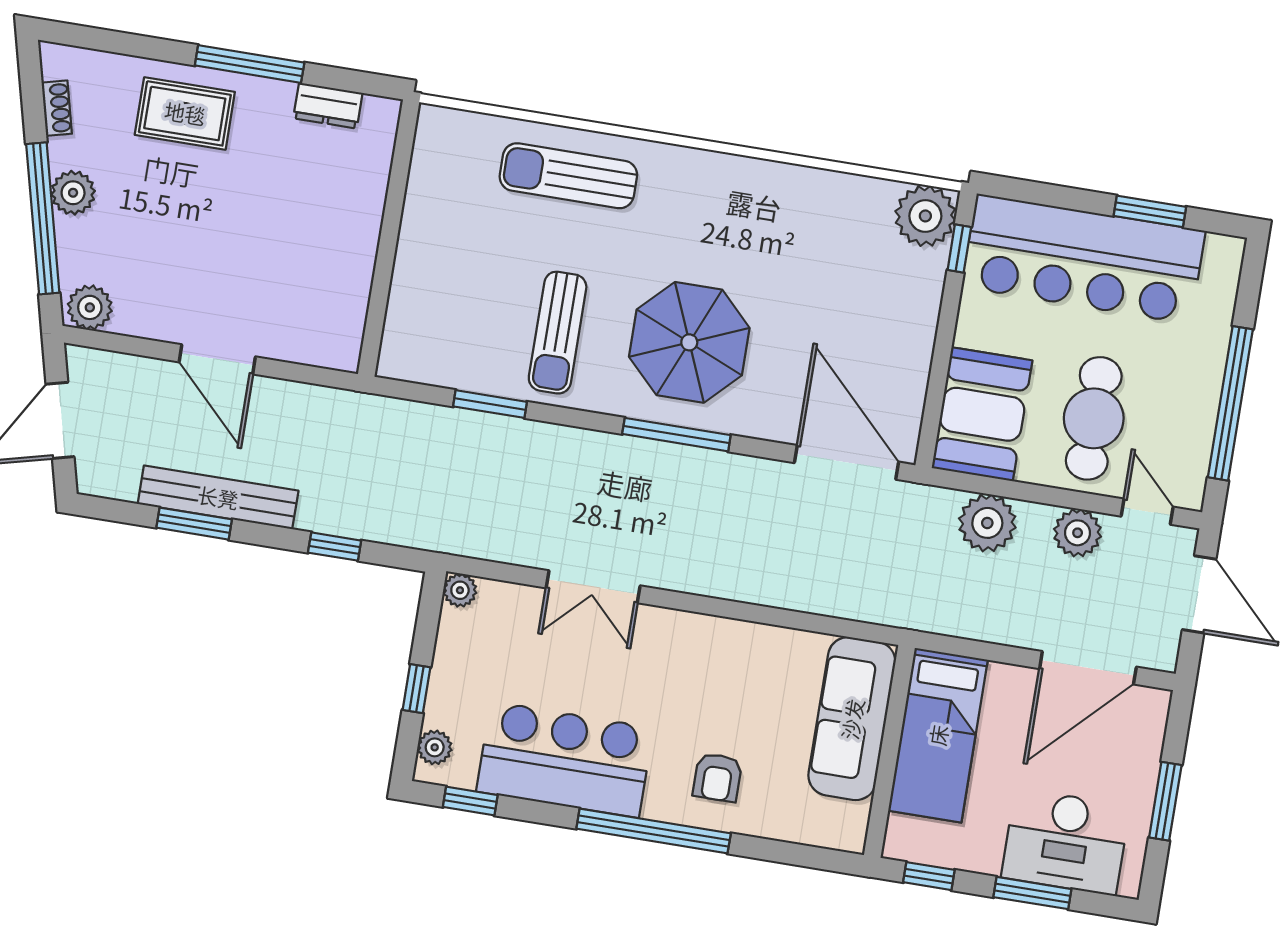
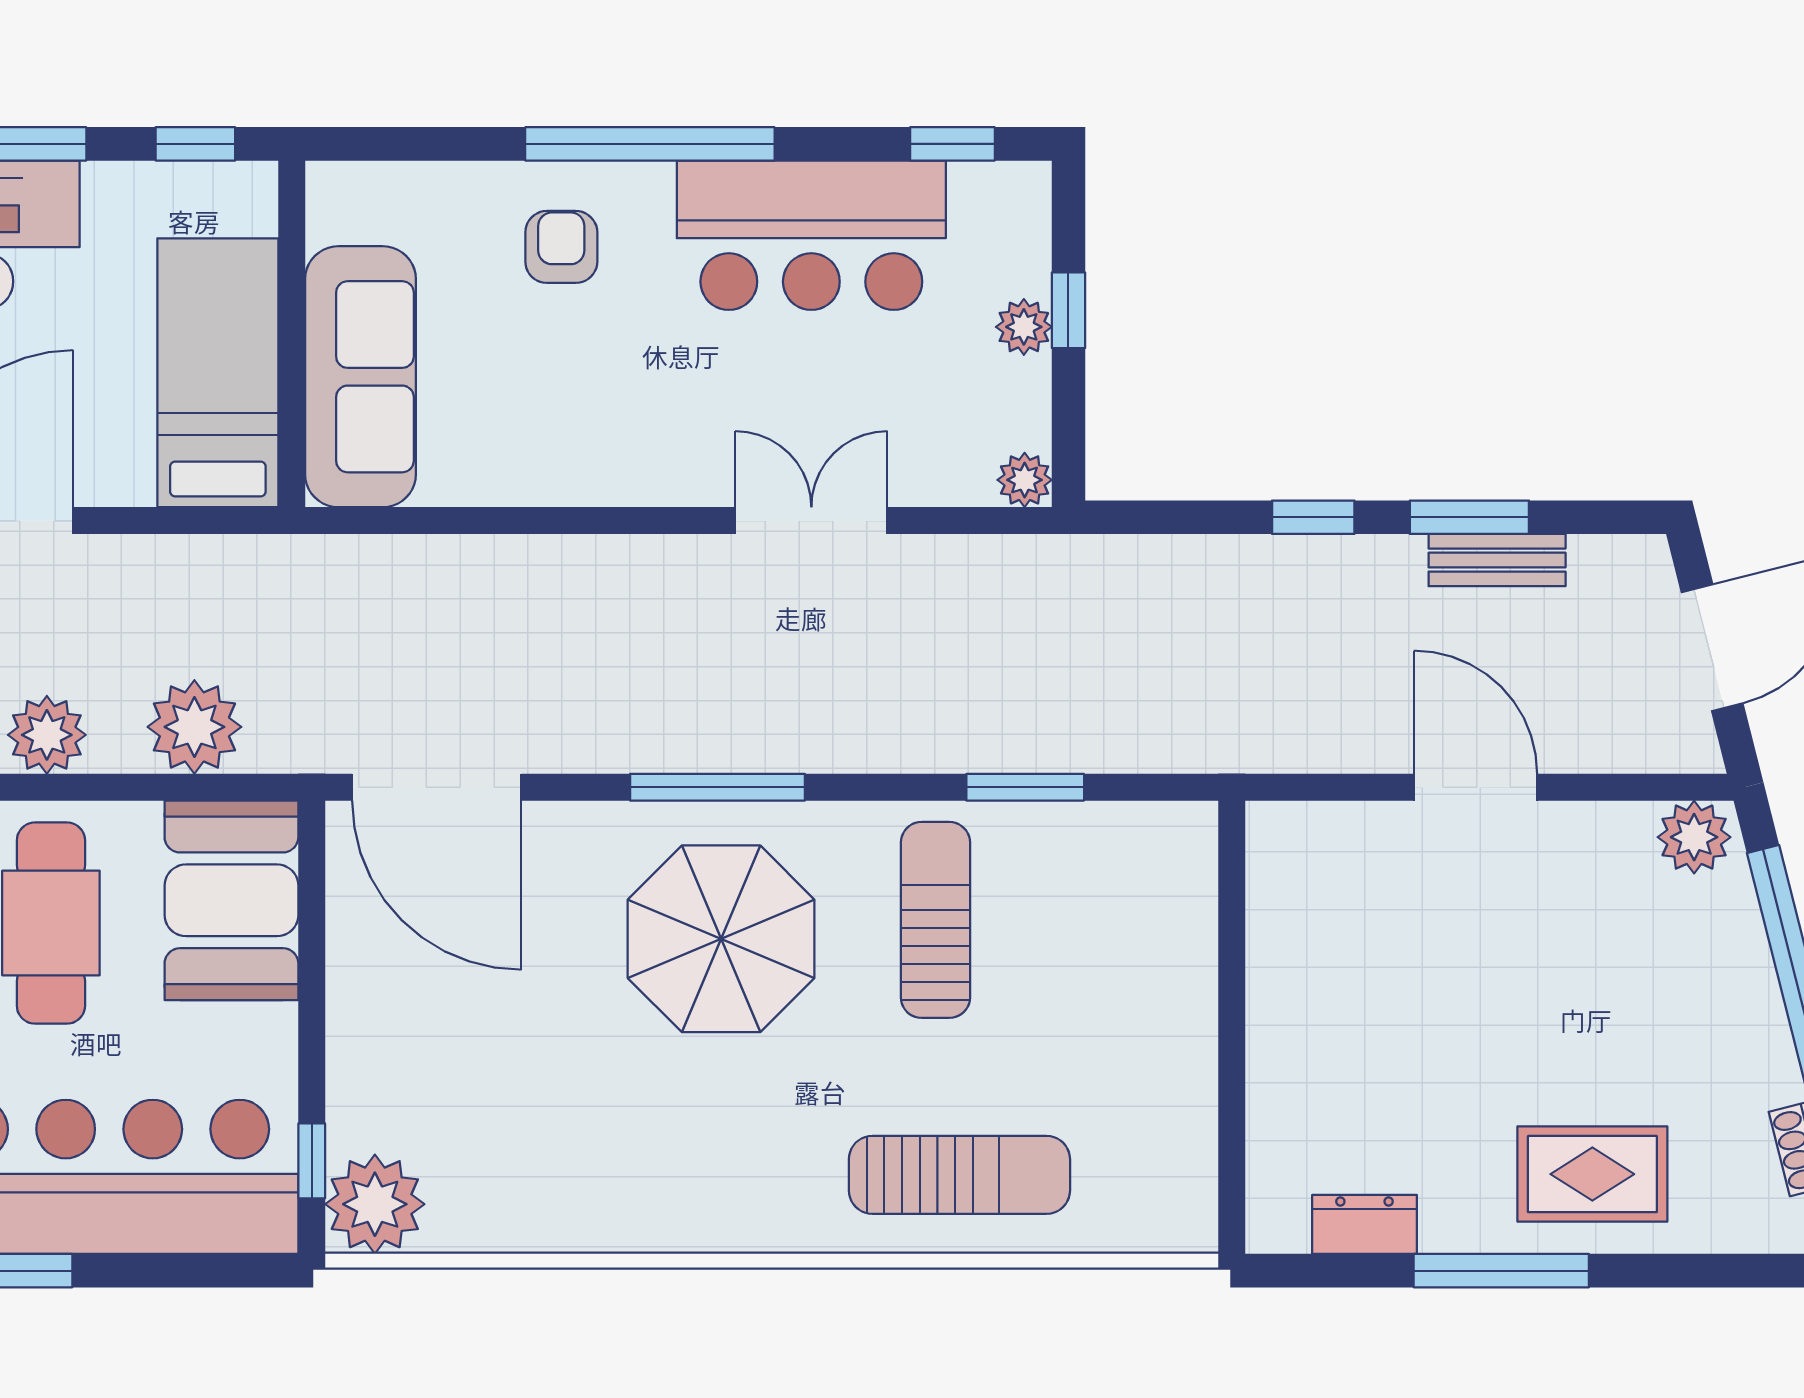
plant: (73, 193) -> (1751, 1017), removed
bench: (218, 497) -> (1497, 560), width x0.54, depth x0.82
window: (335, 547) -> (1313, 517), moved
plant: (435, 747) -> (1024, 327), moved

